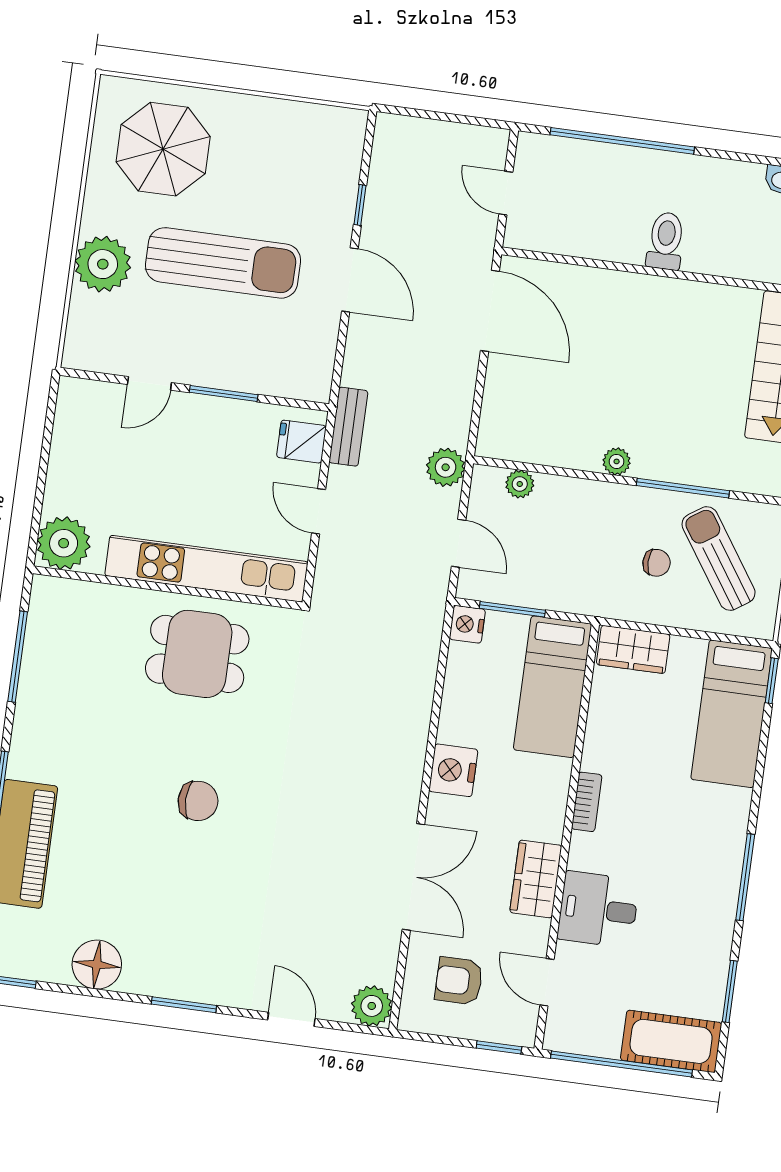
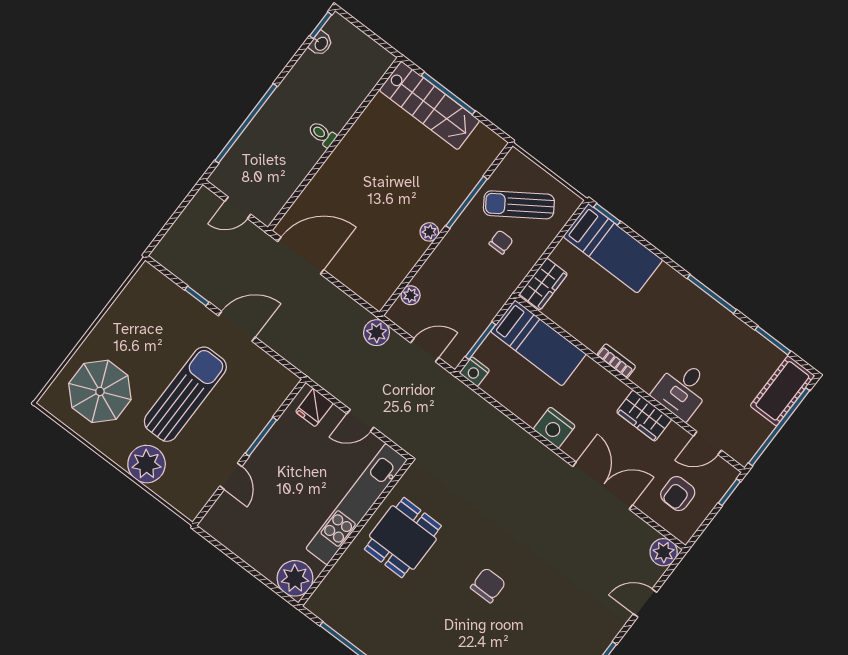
toilet: (666, 241) -> (322, 134), width x0.73, depth x0.72
bench: (348, 427) -> (321, 375), removed

